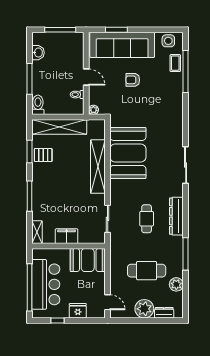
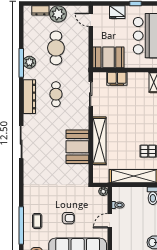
coffee table: (175, 63) -> (37, 221), moved
door: (86, 77) -> (110, 221), hinge flipped
booth: (128, 153) -> (77, 147), width x0.73, depth x0.70
filing cabinet: (67, 236) -> (117, 79), moved
cafe table: (147, 271) -> (56, 48), turned 90
plant: (176, 284) -> (29, 62), moved

